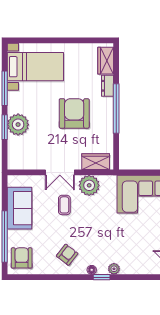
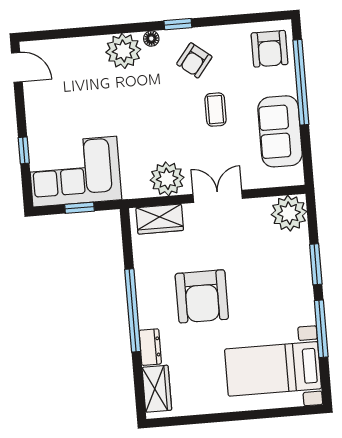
plant: (18, 125) -> (289, 213), moved
window: (143, 172) -> (79, 208), added
coffee table: (64, 205) -> (216, 110), moved
plant: (114, 269) -> (123, 51), width x1.87, depth x1.87
window: (102, 277) -> (178, 24), moved

